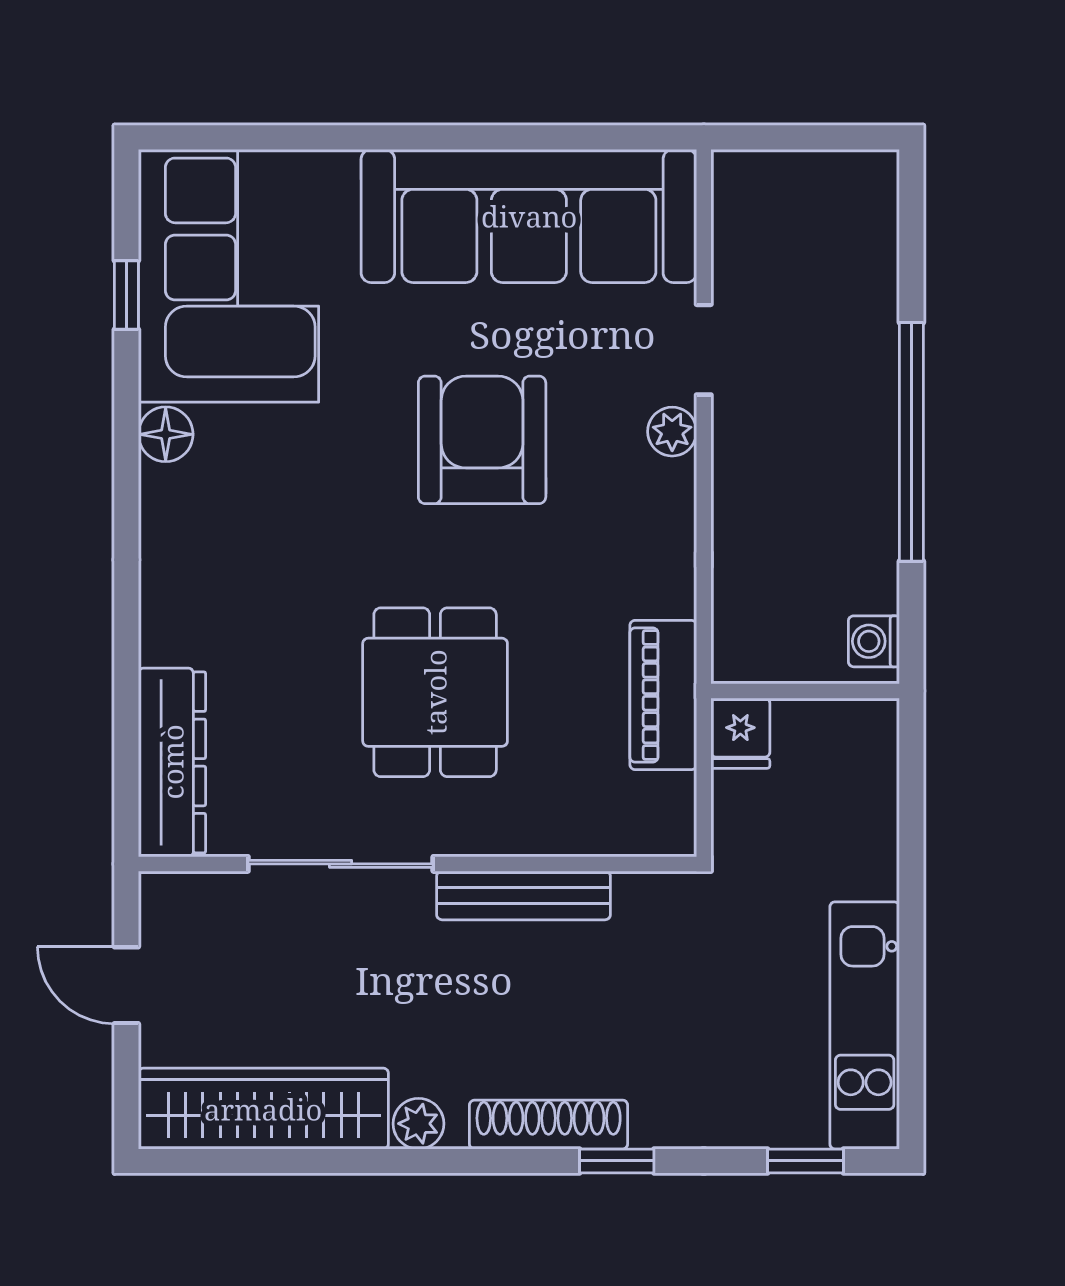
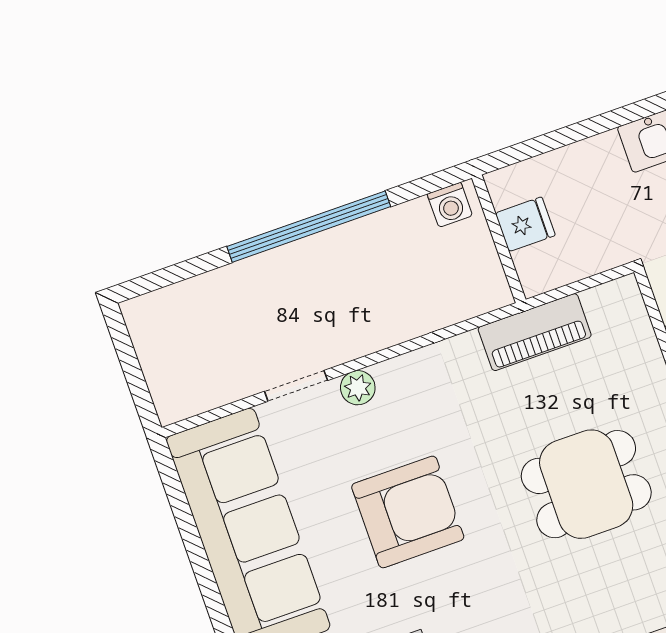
armchair: (482, 440) -> (408, 512), turned 180
fridge: (740, 733) -> (525, 224), moved

